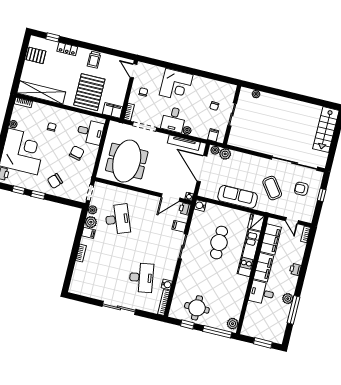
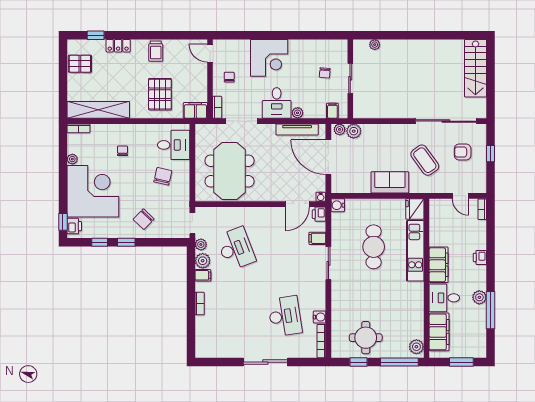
pallet: (89, 92) -> (160, 94), width x0.73, depth x0.71
sofa: (238, 197) -> (390, 182), width x0.73
filing cabinet: (271, 239) -> (439, 332), moved

